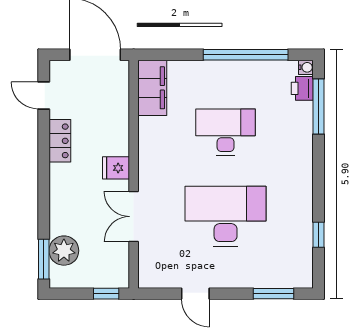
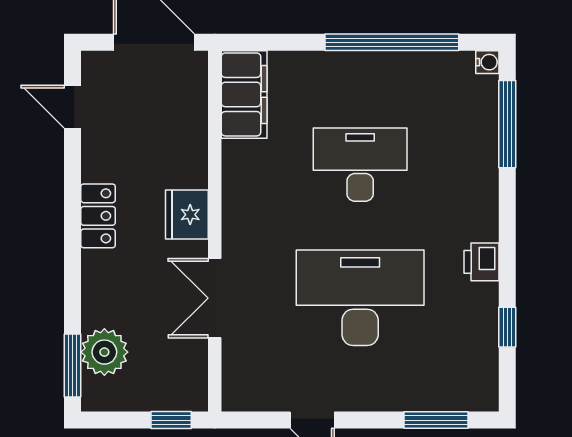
printer: (302, 88) -> (482, 262), moved
locker: (60, 141) -> (98, 216), moved
fridge: (116, 168) -> (187, 215), width x1.38

